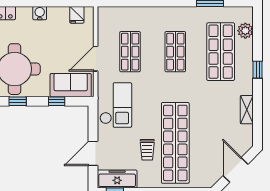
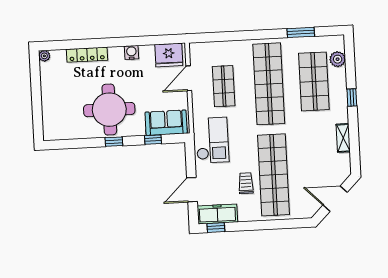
fridge: (77, 15) -> (169, 55), width x1.88, depth x1.34
shop shelf: (175, 52) -> (269, 84), width x2.00, depth x1.36
door: (96, 59) -> (189, 78), moved
trolley: (147, 150) -> (246, 183), turned 180
door: (236, 170) -> (335, 199), hinge flipped

